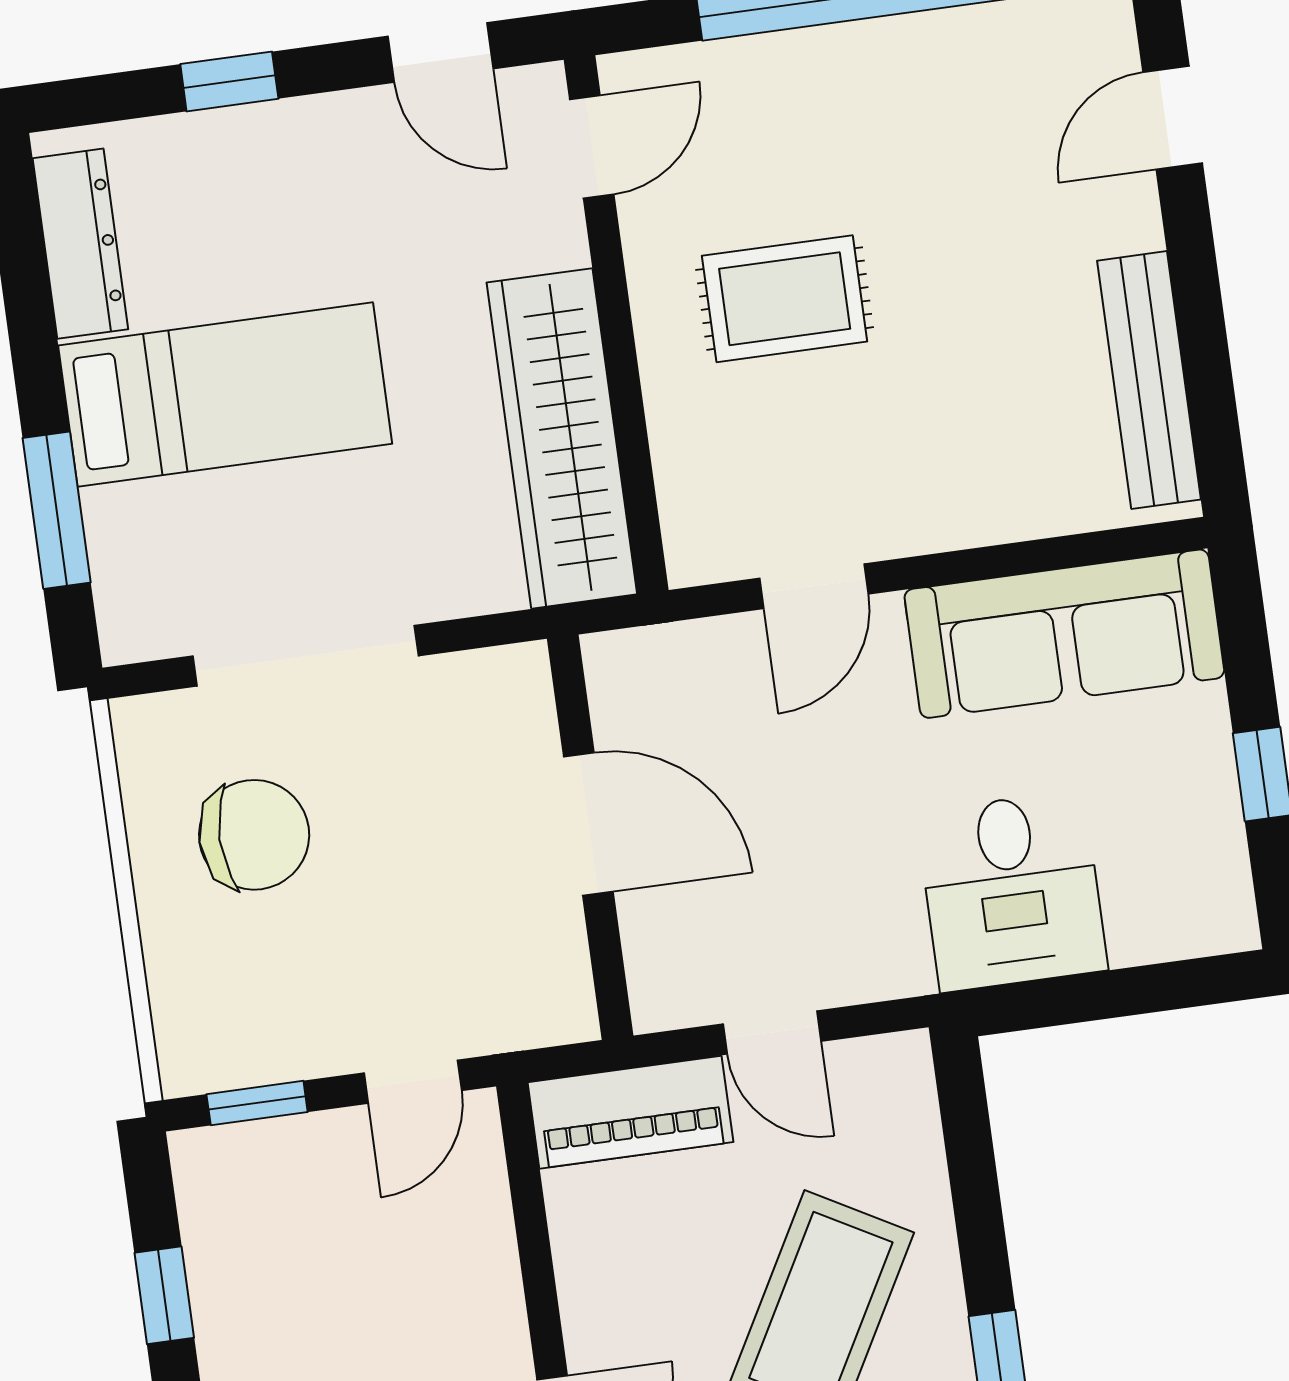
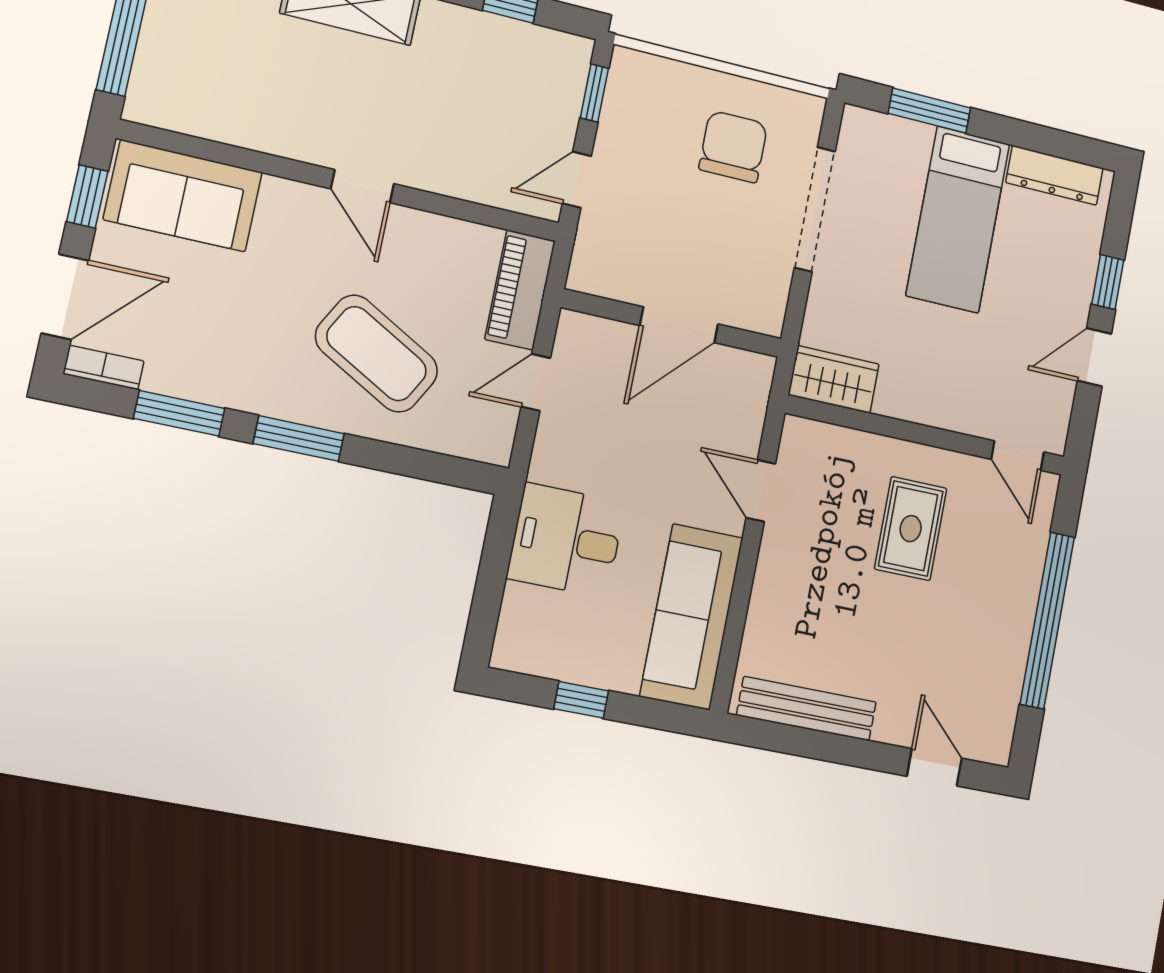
door: (440, 53) -> (1094, 357), moved
wardrobe: (562, 438) -> (834, 380), width x0.48, depth x0.85
chair: (254, 835) -> (733, 147), turned 180
door: (413, 1082) -> (577, 180), hinge flipped

